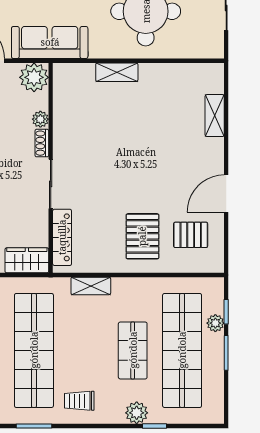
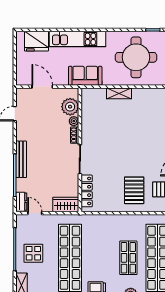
sofa: (50, 42) -> (85, 76), width x0.73
plant: (34, 77) -> (70, 107), moved
shelving: (91, 286) -> (104, 220), removed

